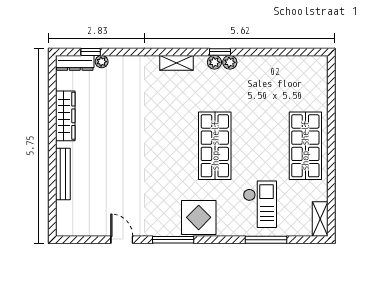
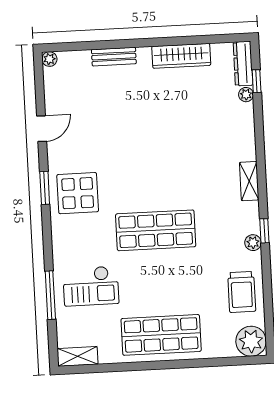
plant: (214, 62) -> (251, 341), moved, width x1.87, depth x1.87
trolley: (272, 74) -> (242, 292), added
bench: (63, 174) -> (114, 57), width x0.73
display table: (199, 217) -> (78, 193), moved
plant: (62, 230) -> (49, 59), added
window: (173, 240) -> (45, 188), width x0.69

